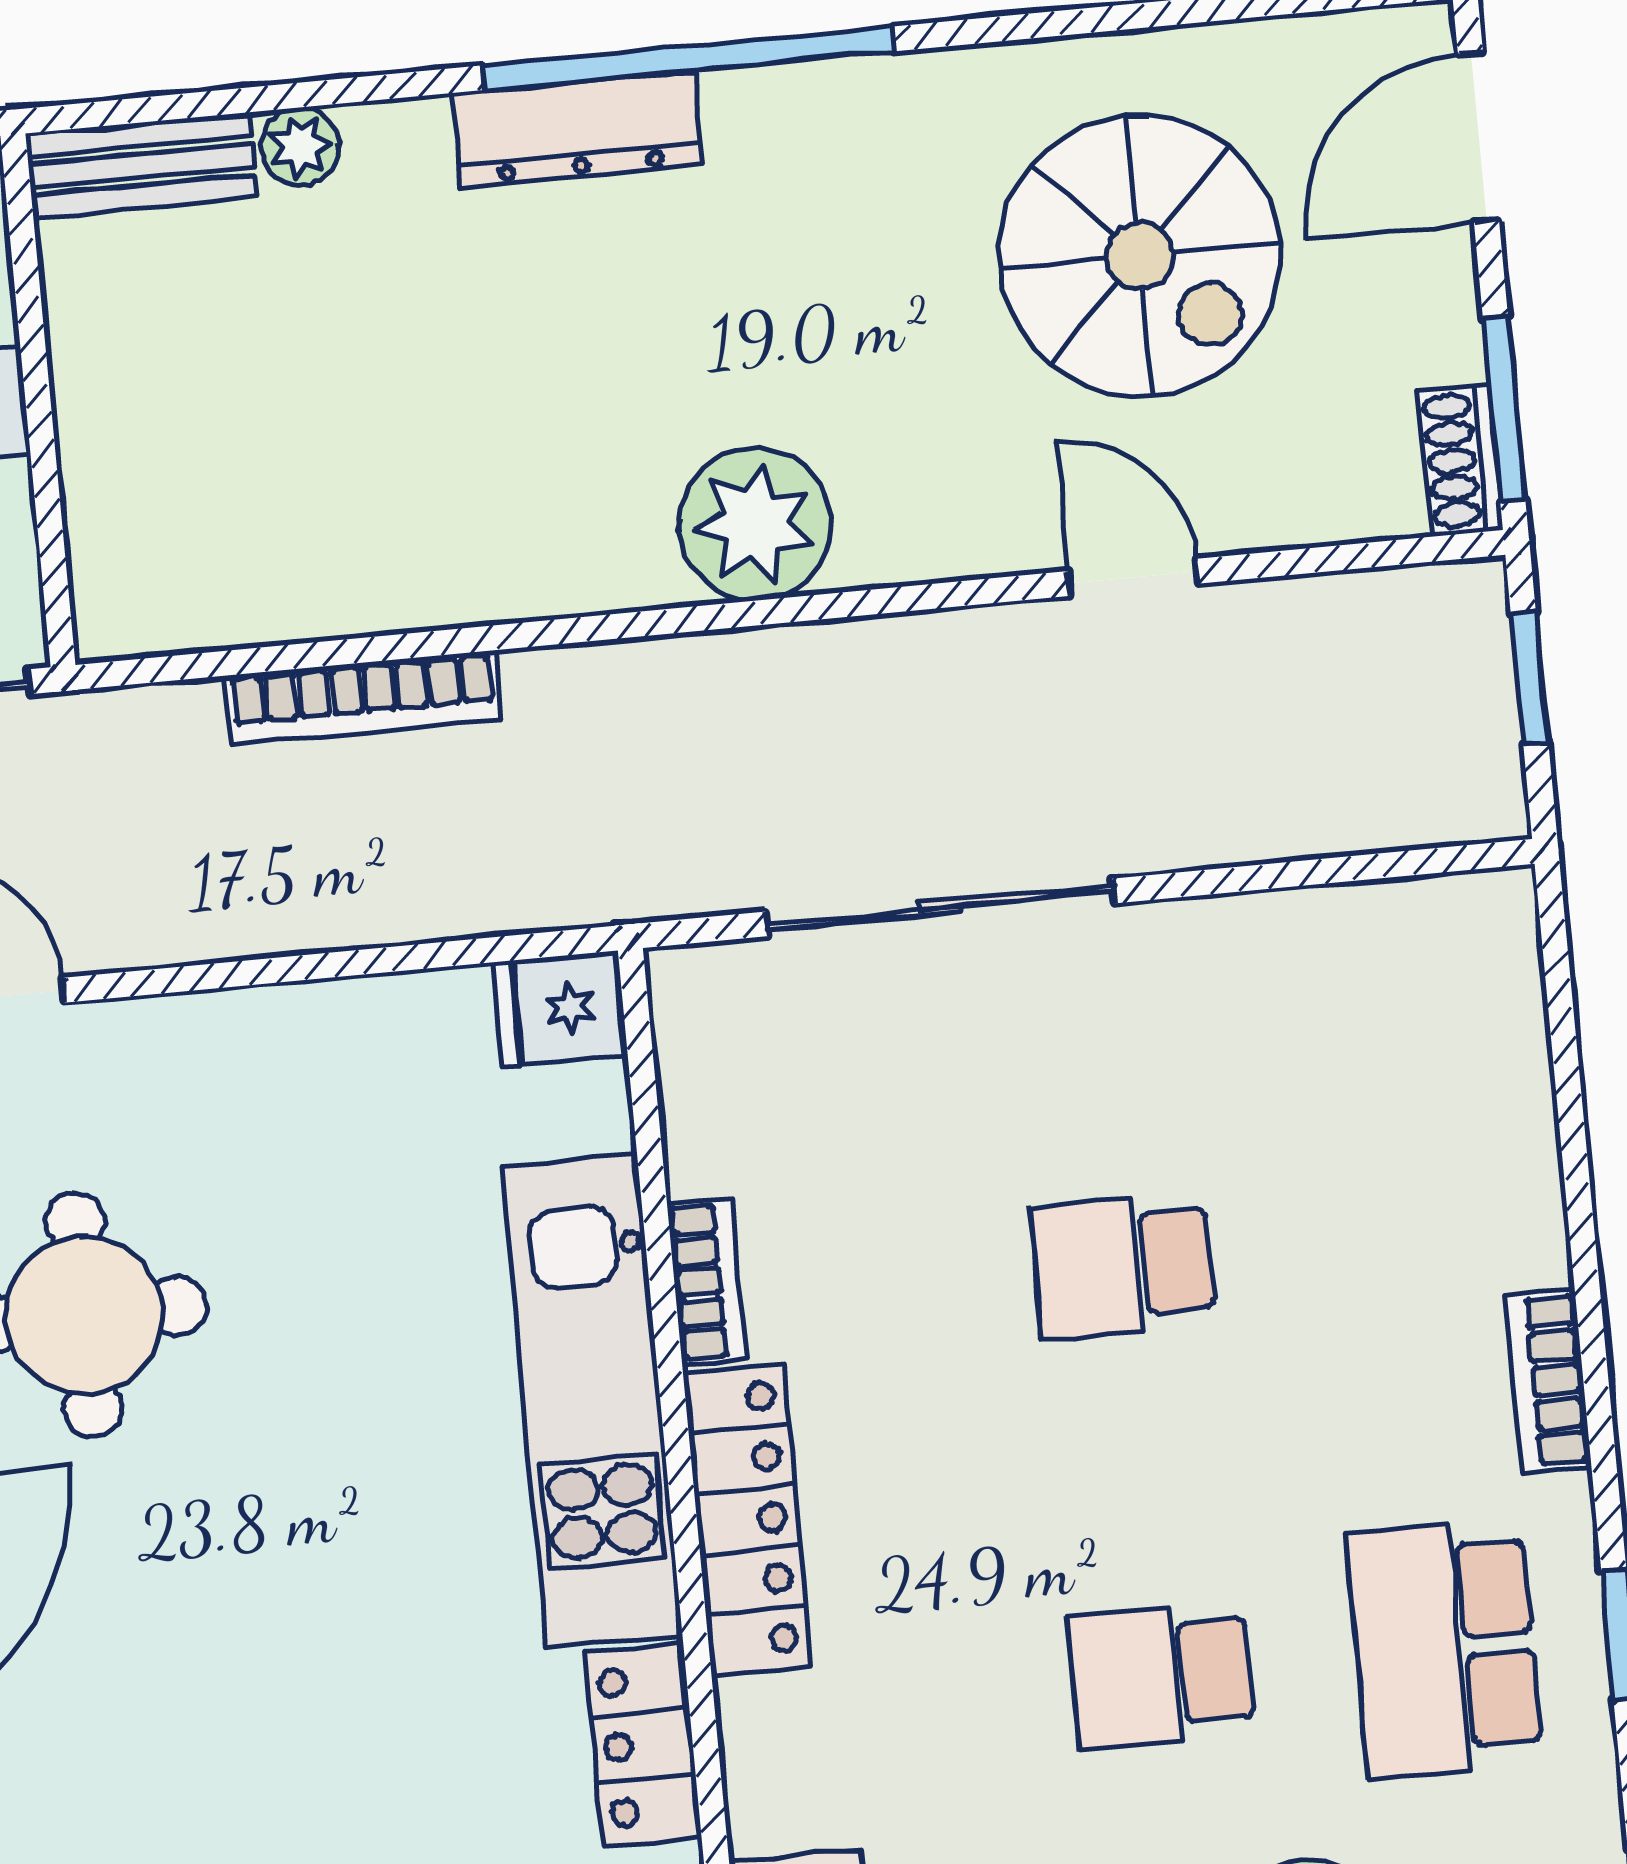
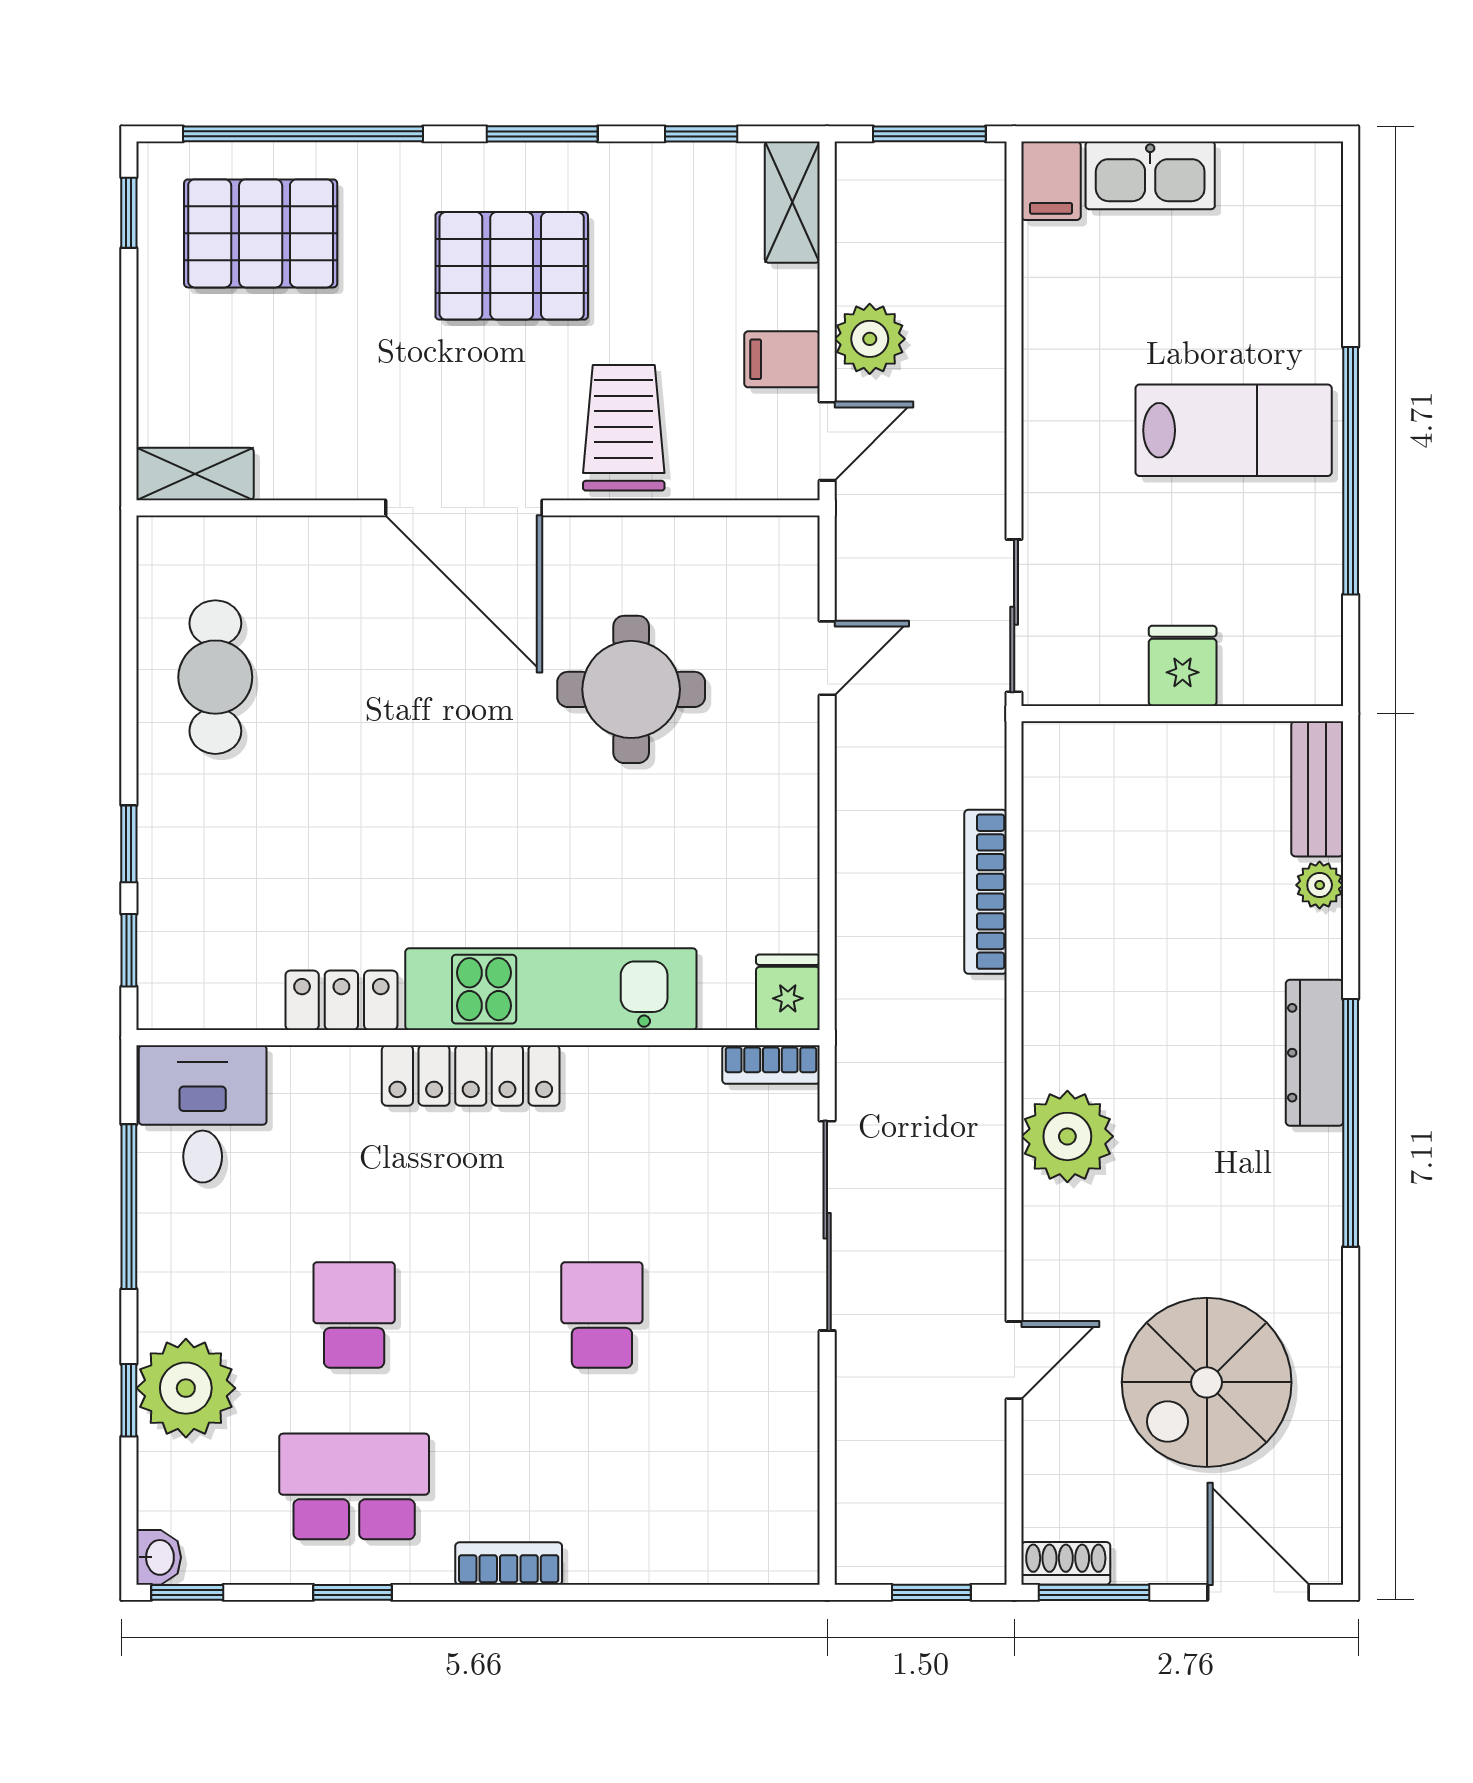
bookcase: (707, 1281) -> (771, 1065), moved

